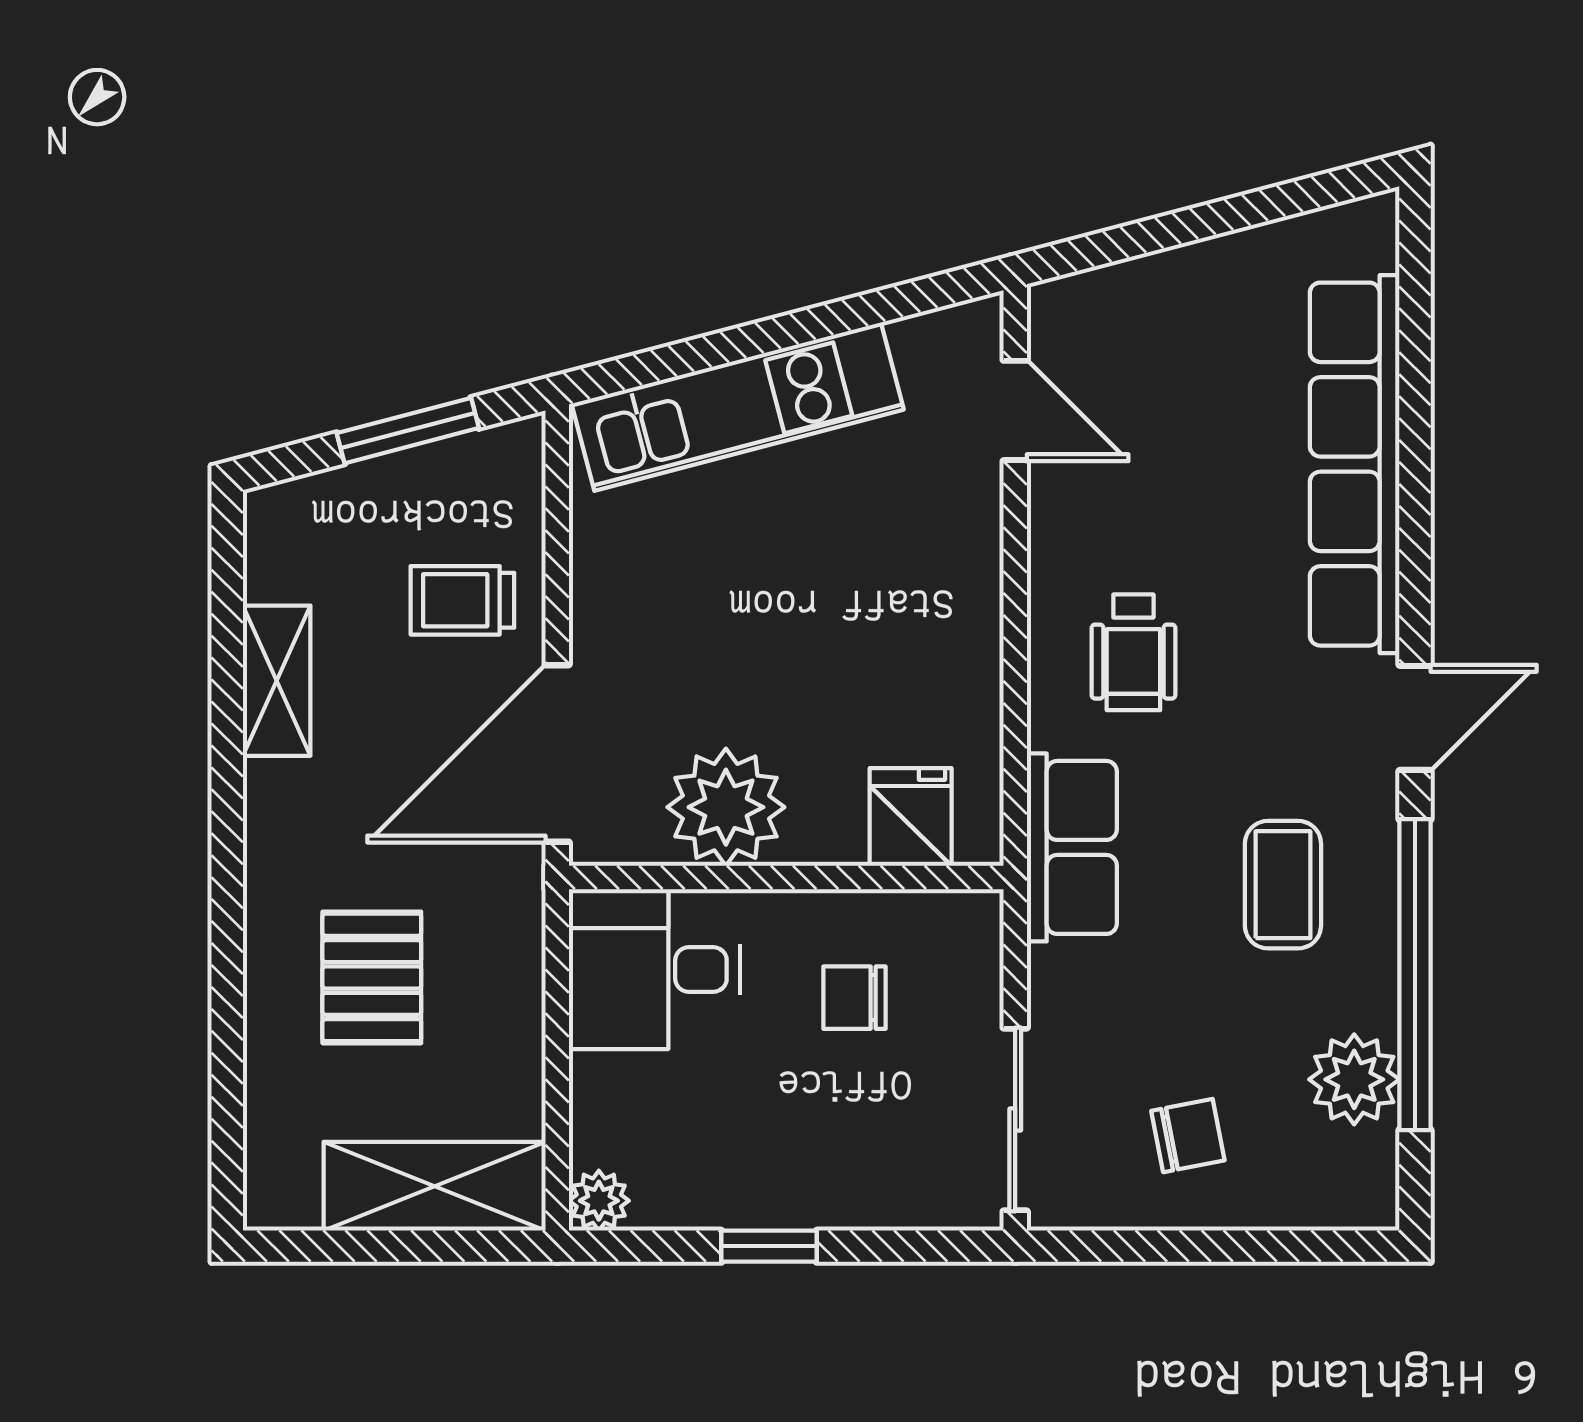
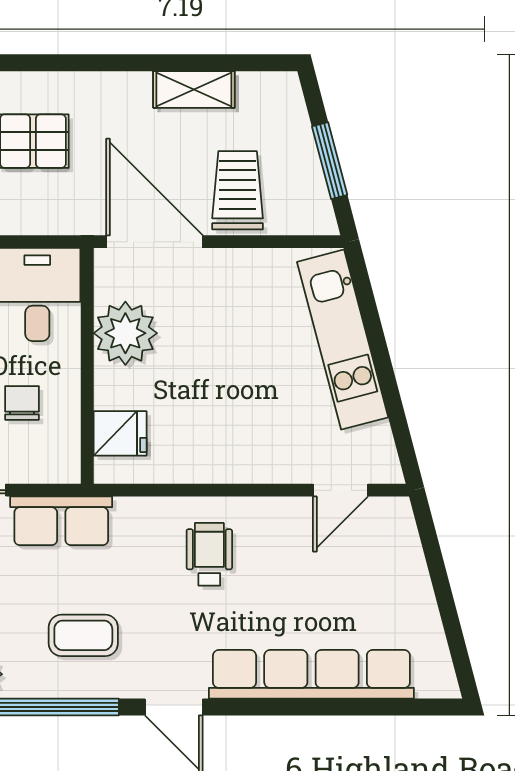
trolley: (462, 600) -> (238, 190), width x1.36, depth x1.39
wheelchair: (1133, 652) -> (209, 554), turned 90
row of seats: (1072, 847) -> (61, 521), moved

